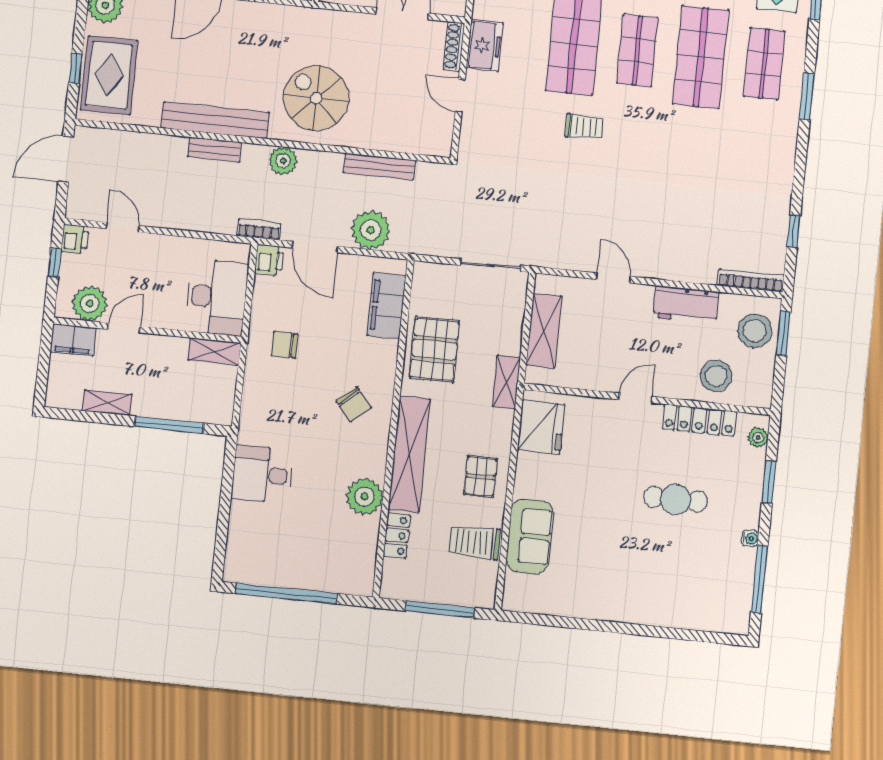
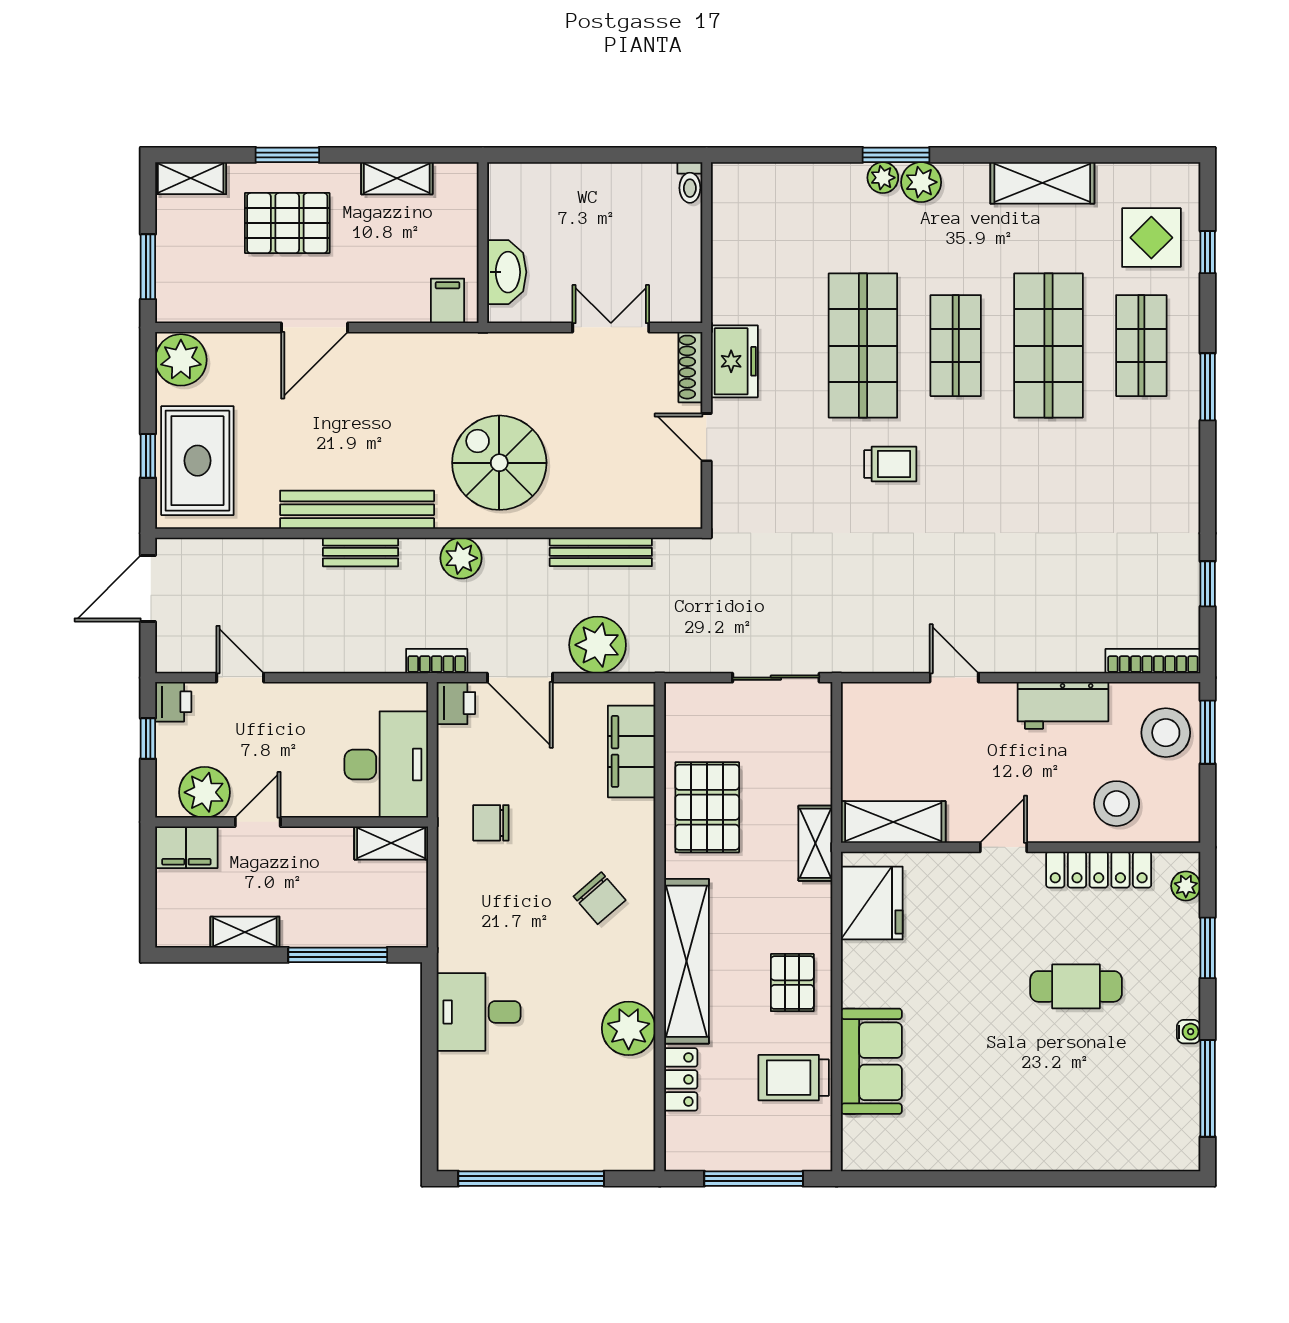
shelving: (544, 331) -> (893, 822), moved, turned 90

